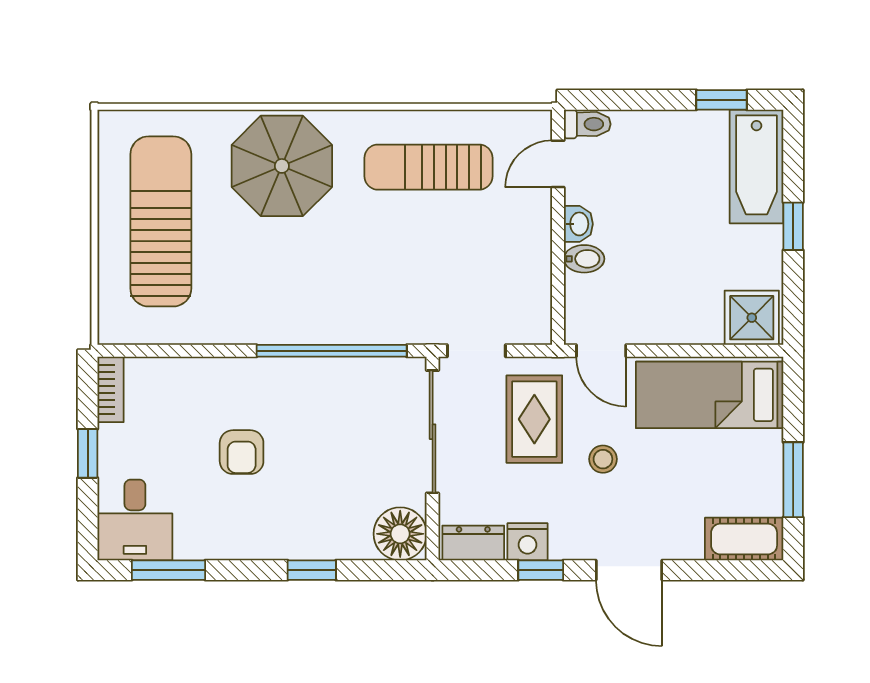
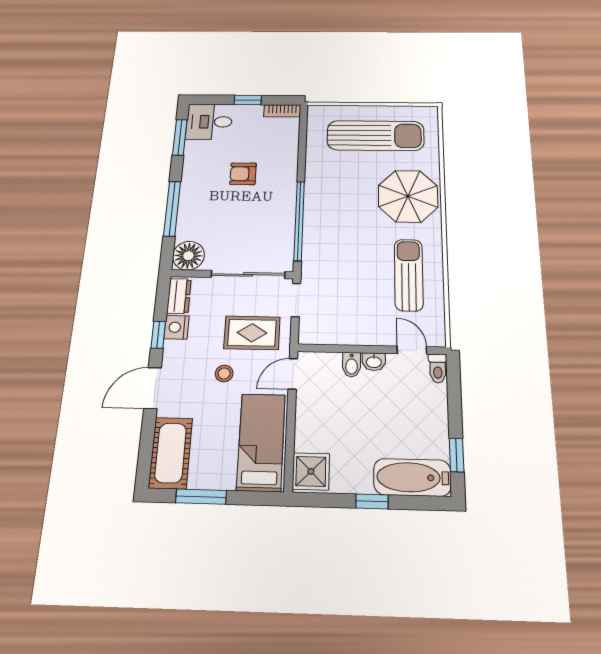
cot: (744, 539) -> (171, 453), width x1.37, depth x1.34
window: (312, 570) -> (172, 209), width x2.17

